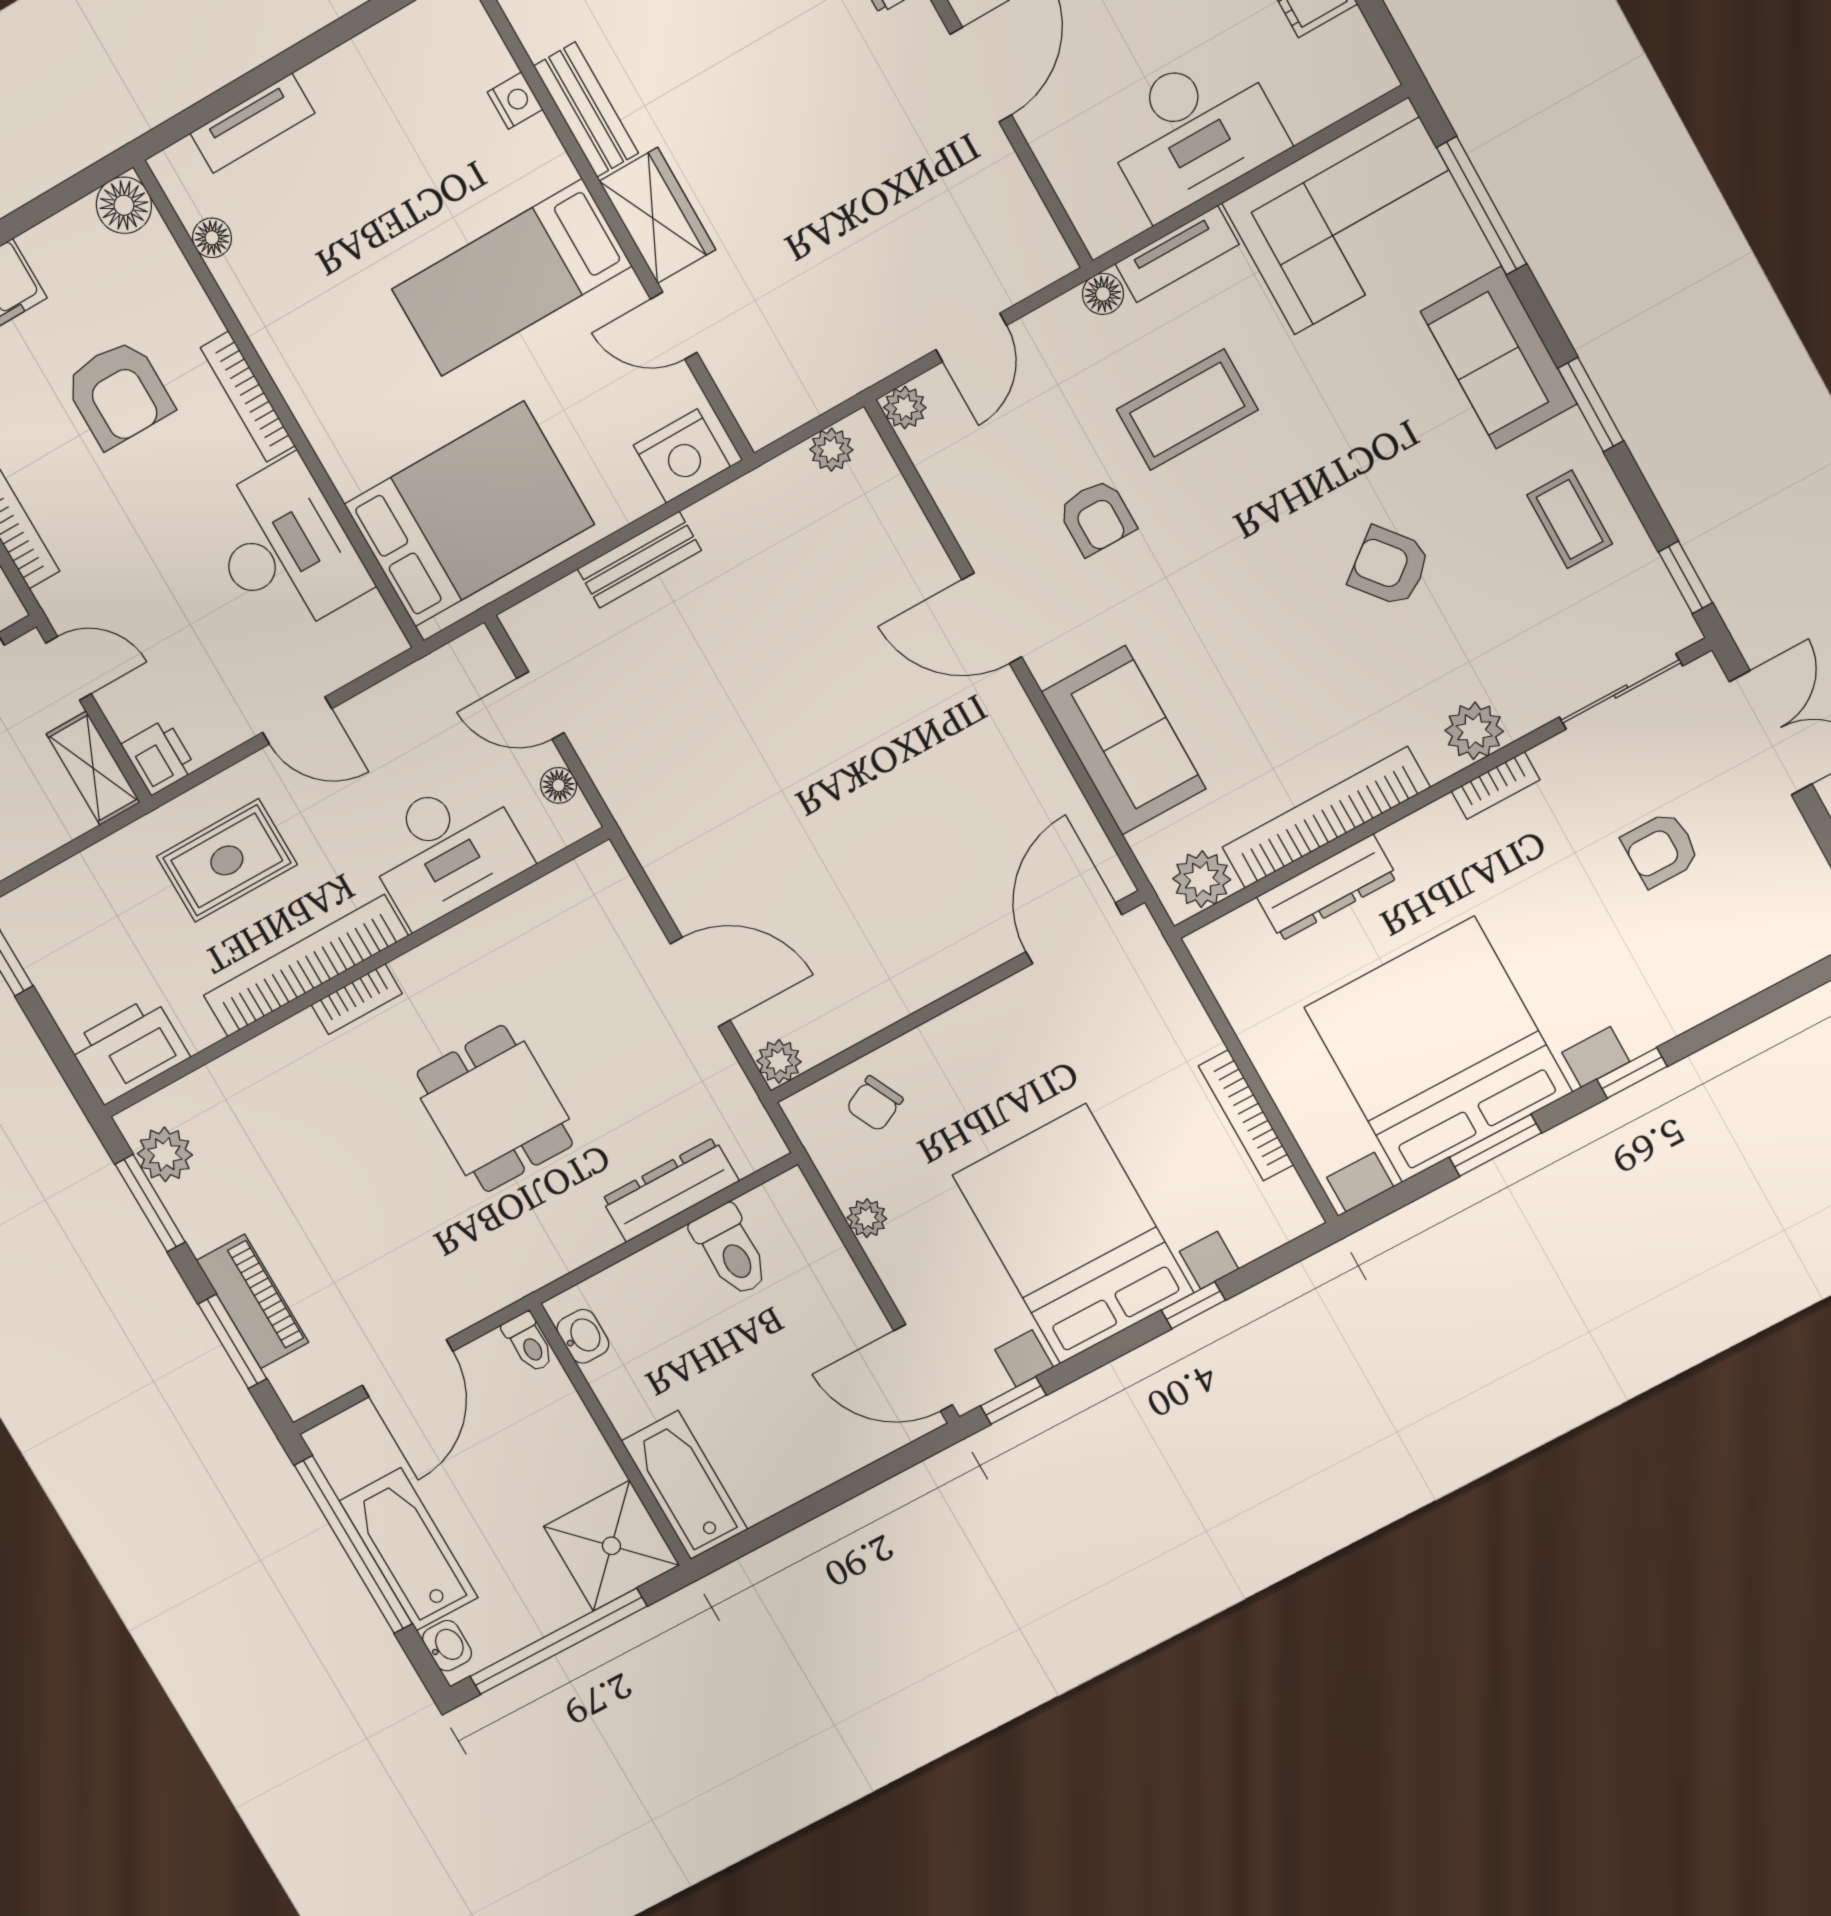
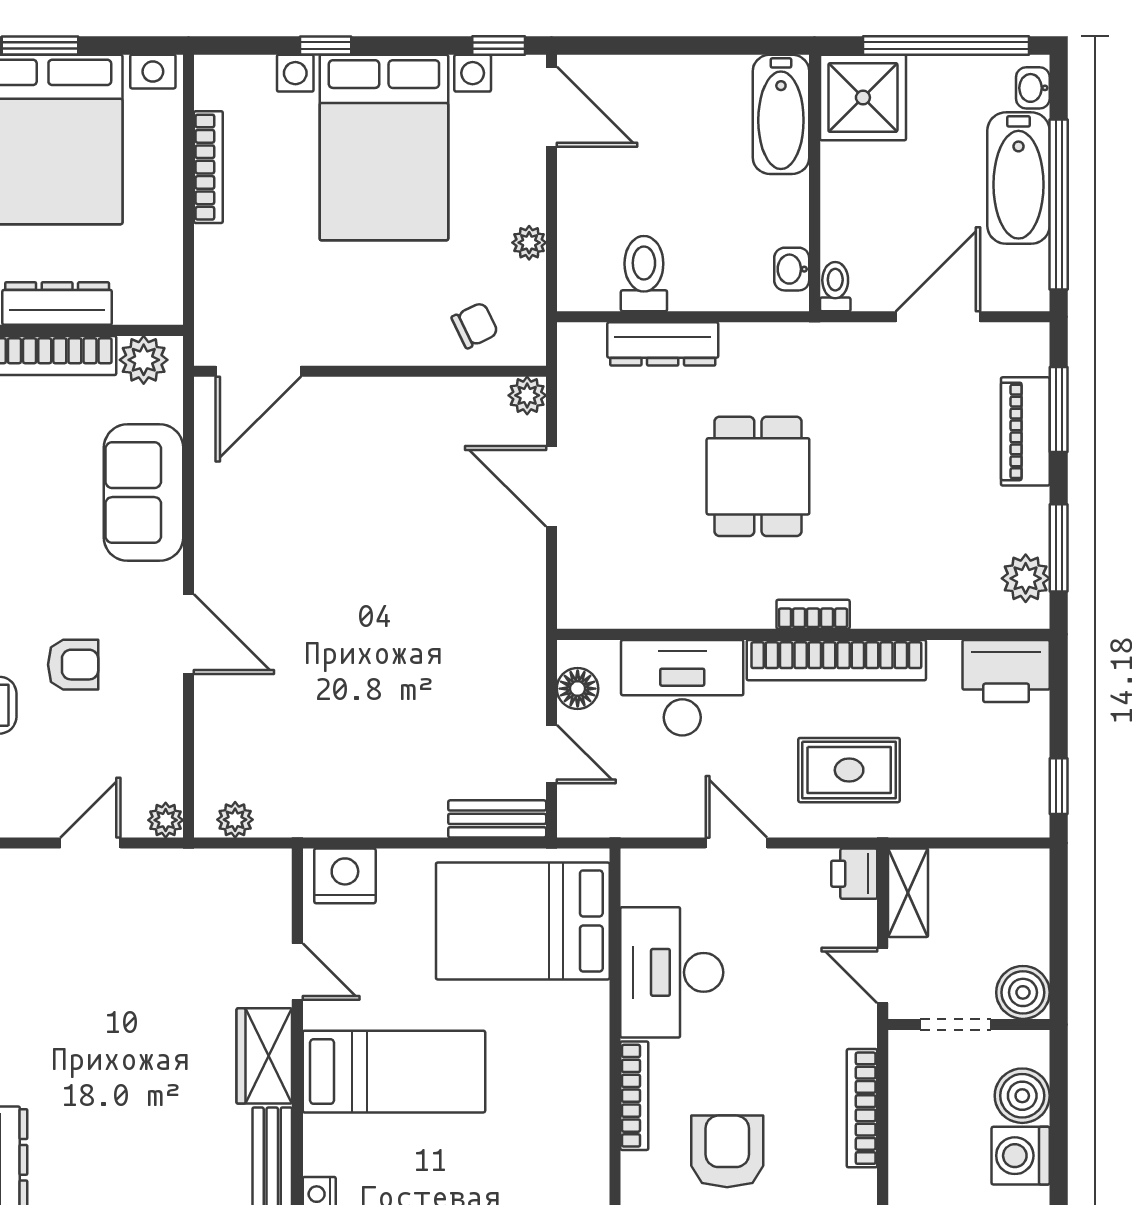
armchair: (1097, 517) -> (73, 665), turned 90
bench: (639, 560) -> (497, 819), moved
floor lamp: (559, 785) -> (578, 689), width x1.37, depth x1.37

